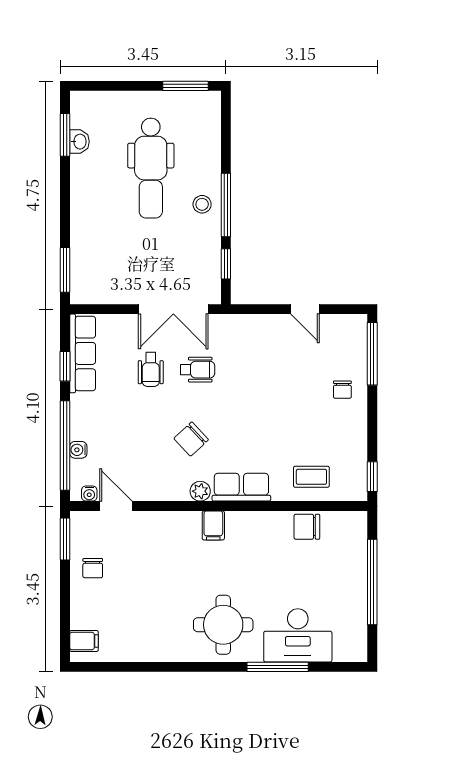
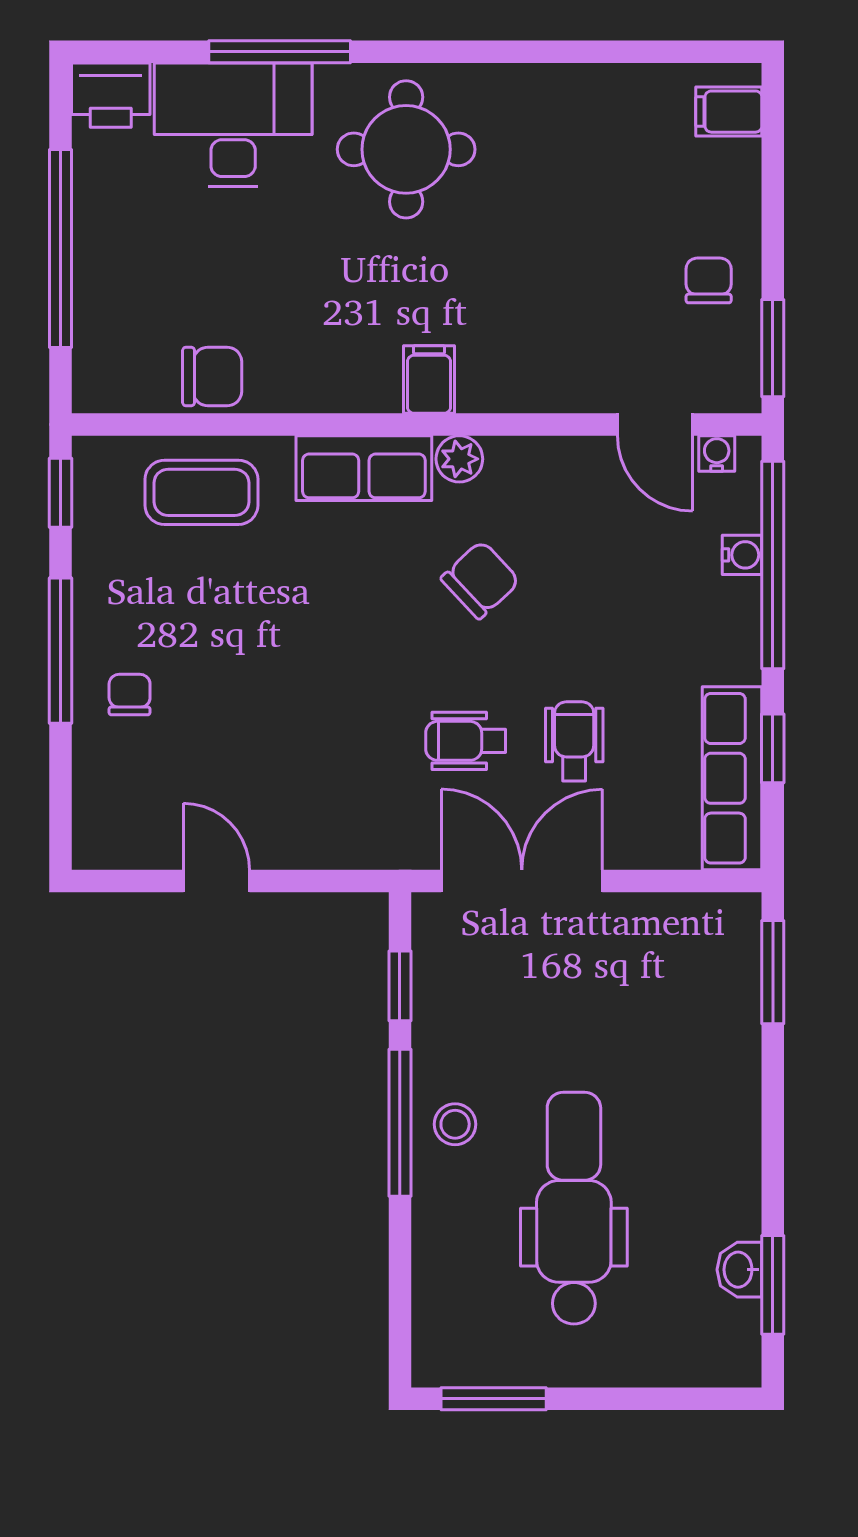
window: (372, 354) -> (60, 651), moved
coffee table: (311, 477) -> (201, 492), width x1.36, depth x1.30
printer: (351, 648) -> (111, 95), added

